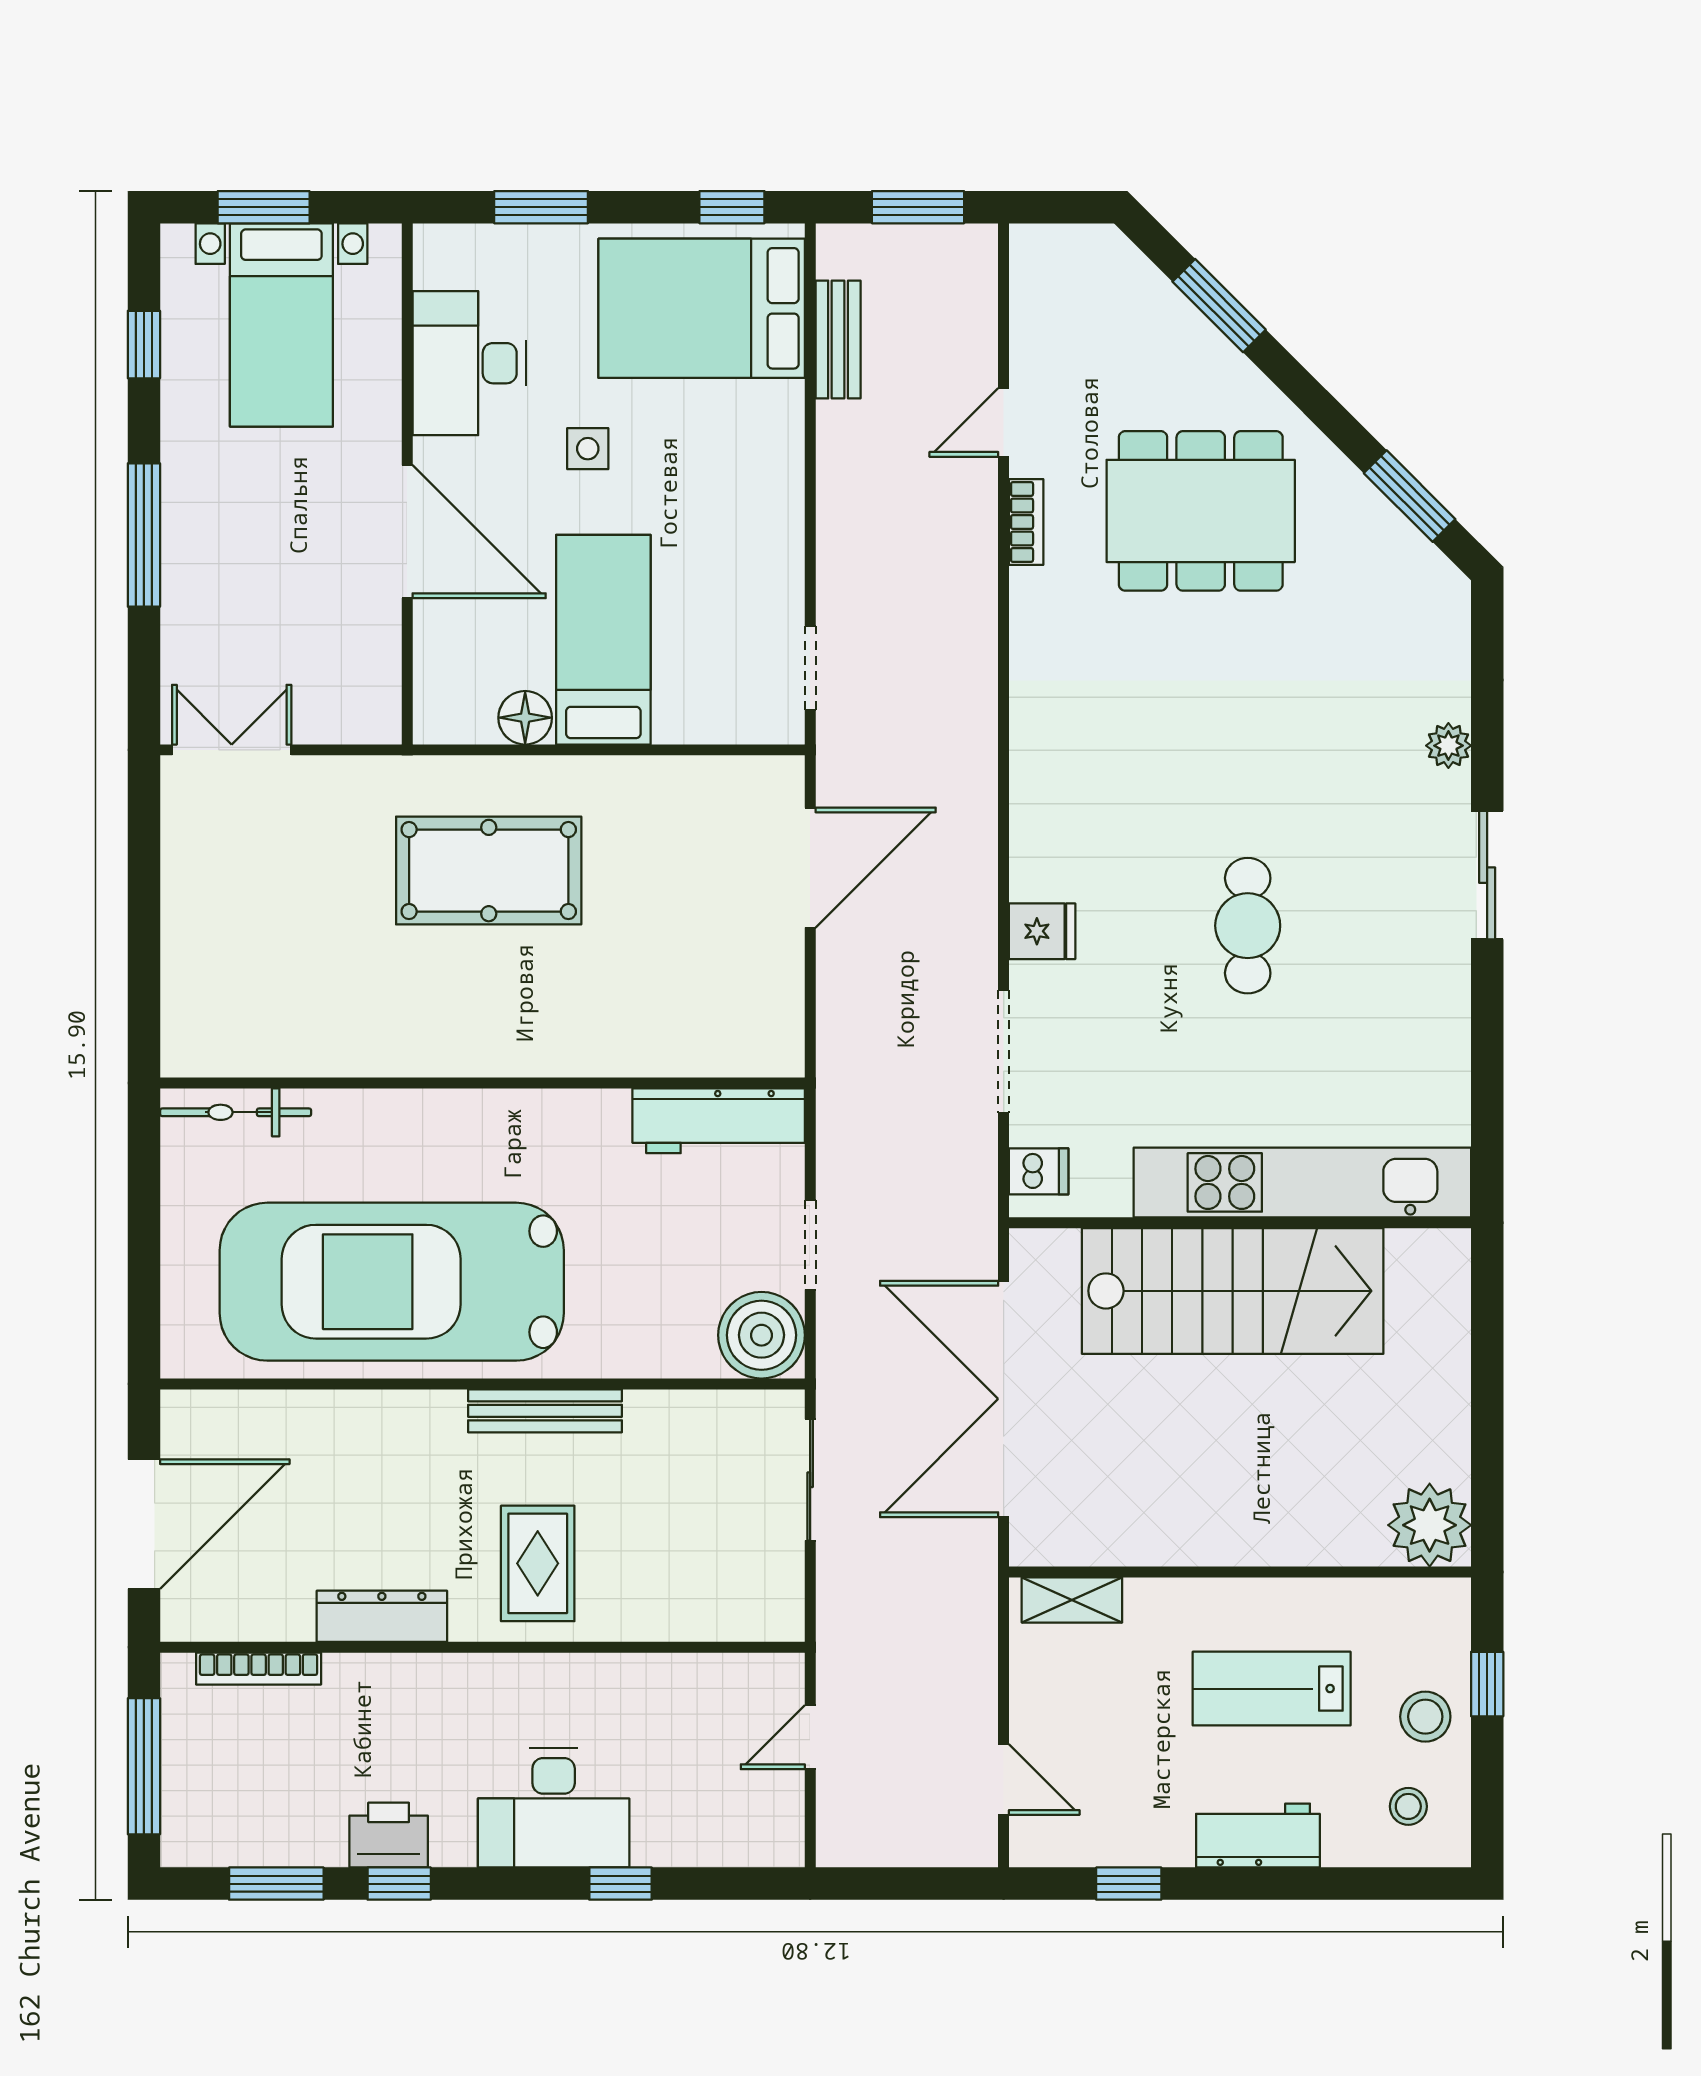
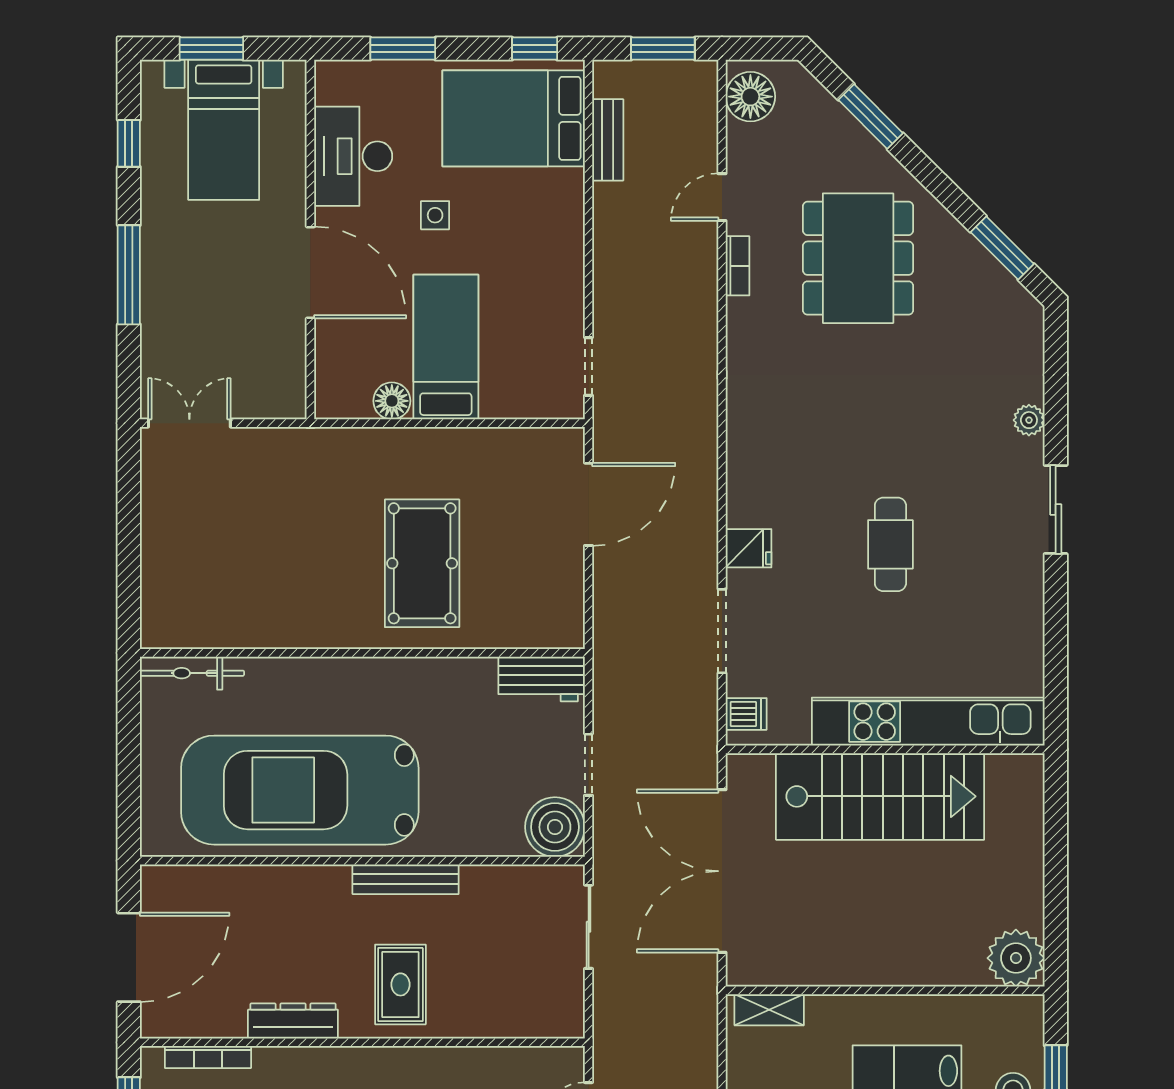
floor lamp: (1045, 277) -> (750, 97), added
dining table: (1201, 511) -> (858, 258), turned 90
pool table: (489, 871) -> (422, 563), moved, turned 90
workbench: (719, 1121) -> (542, 679), width x0.73

